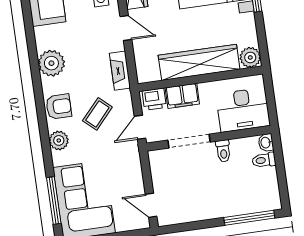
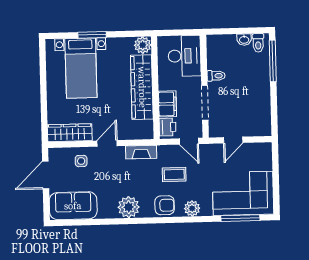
armchair: (59, 107) -> (165, 205), turned 90
coffee table: (97, 114) -> (174, 174), turned -42
washbasin: (266, 143) -> (244, 40), moved
toilet: (264, 160) -> (258, 43), moved
door: (151, 205) -> (233, 140), moved

